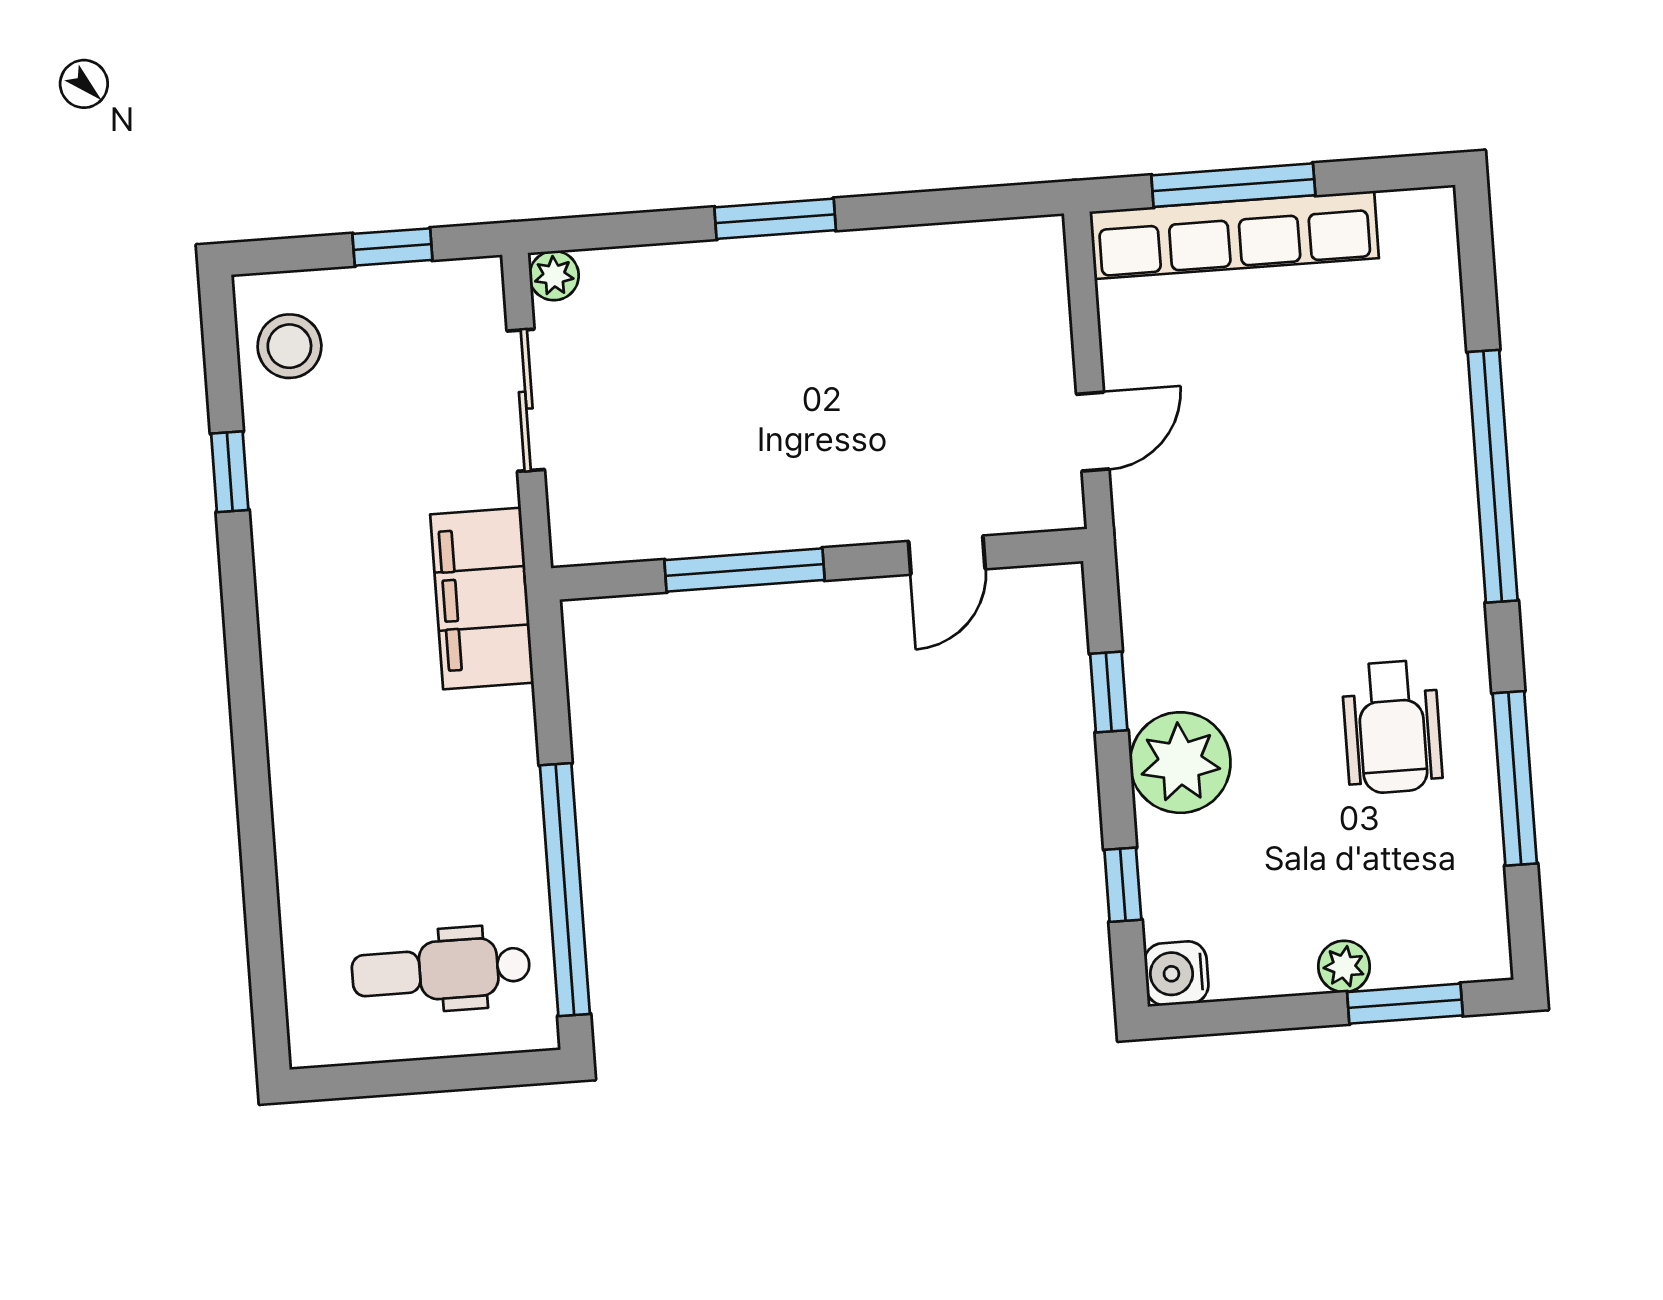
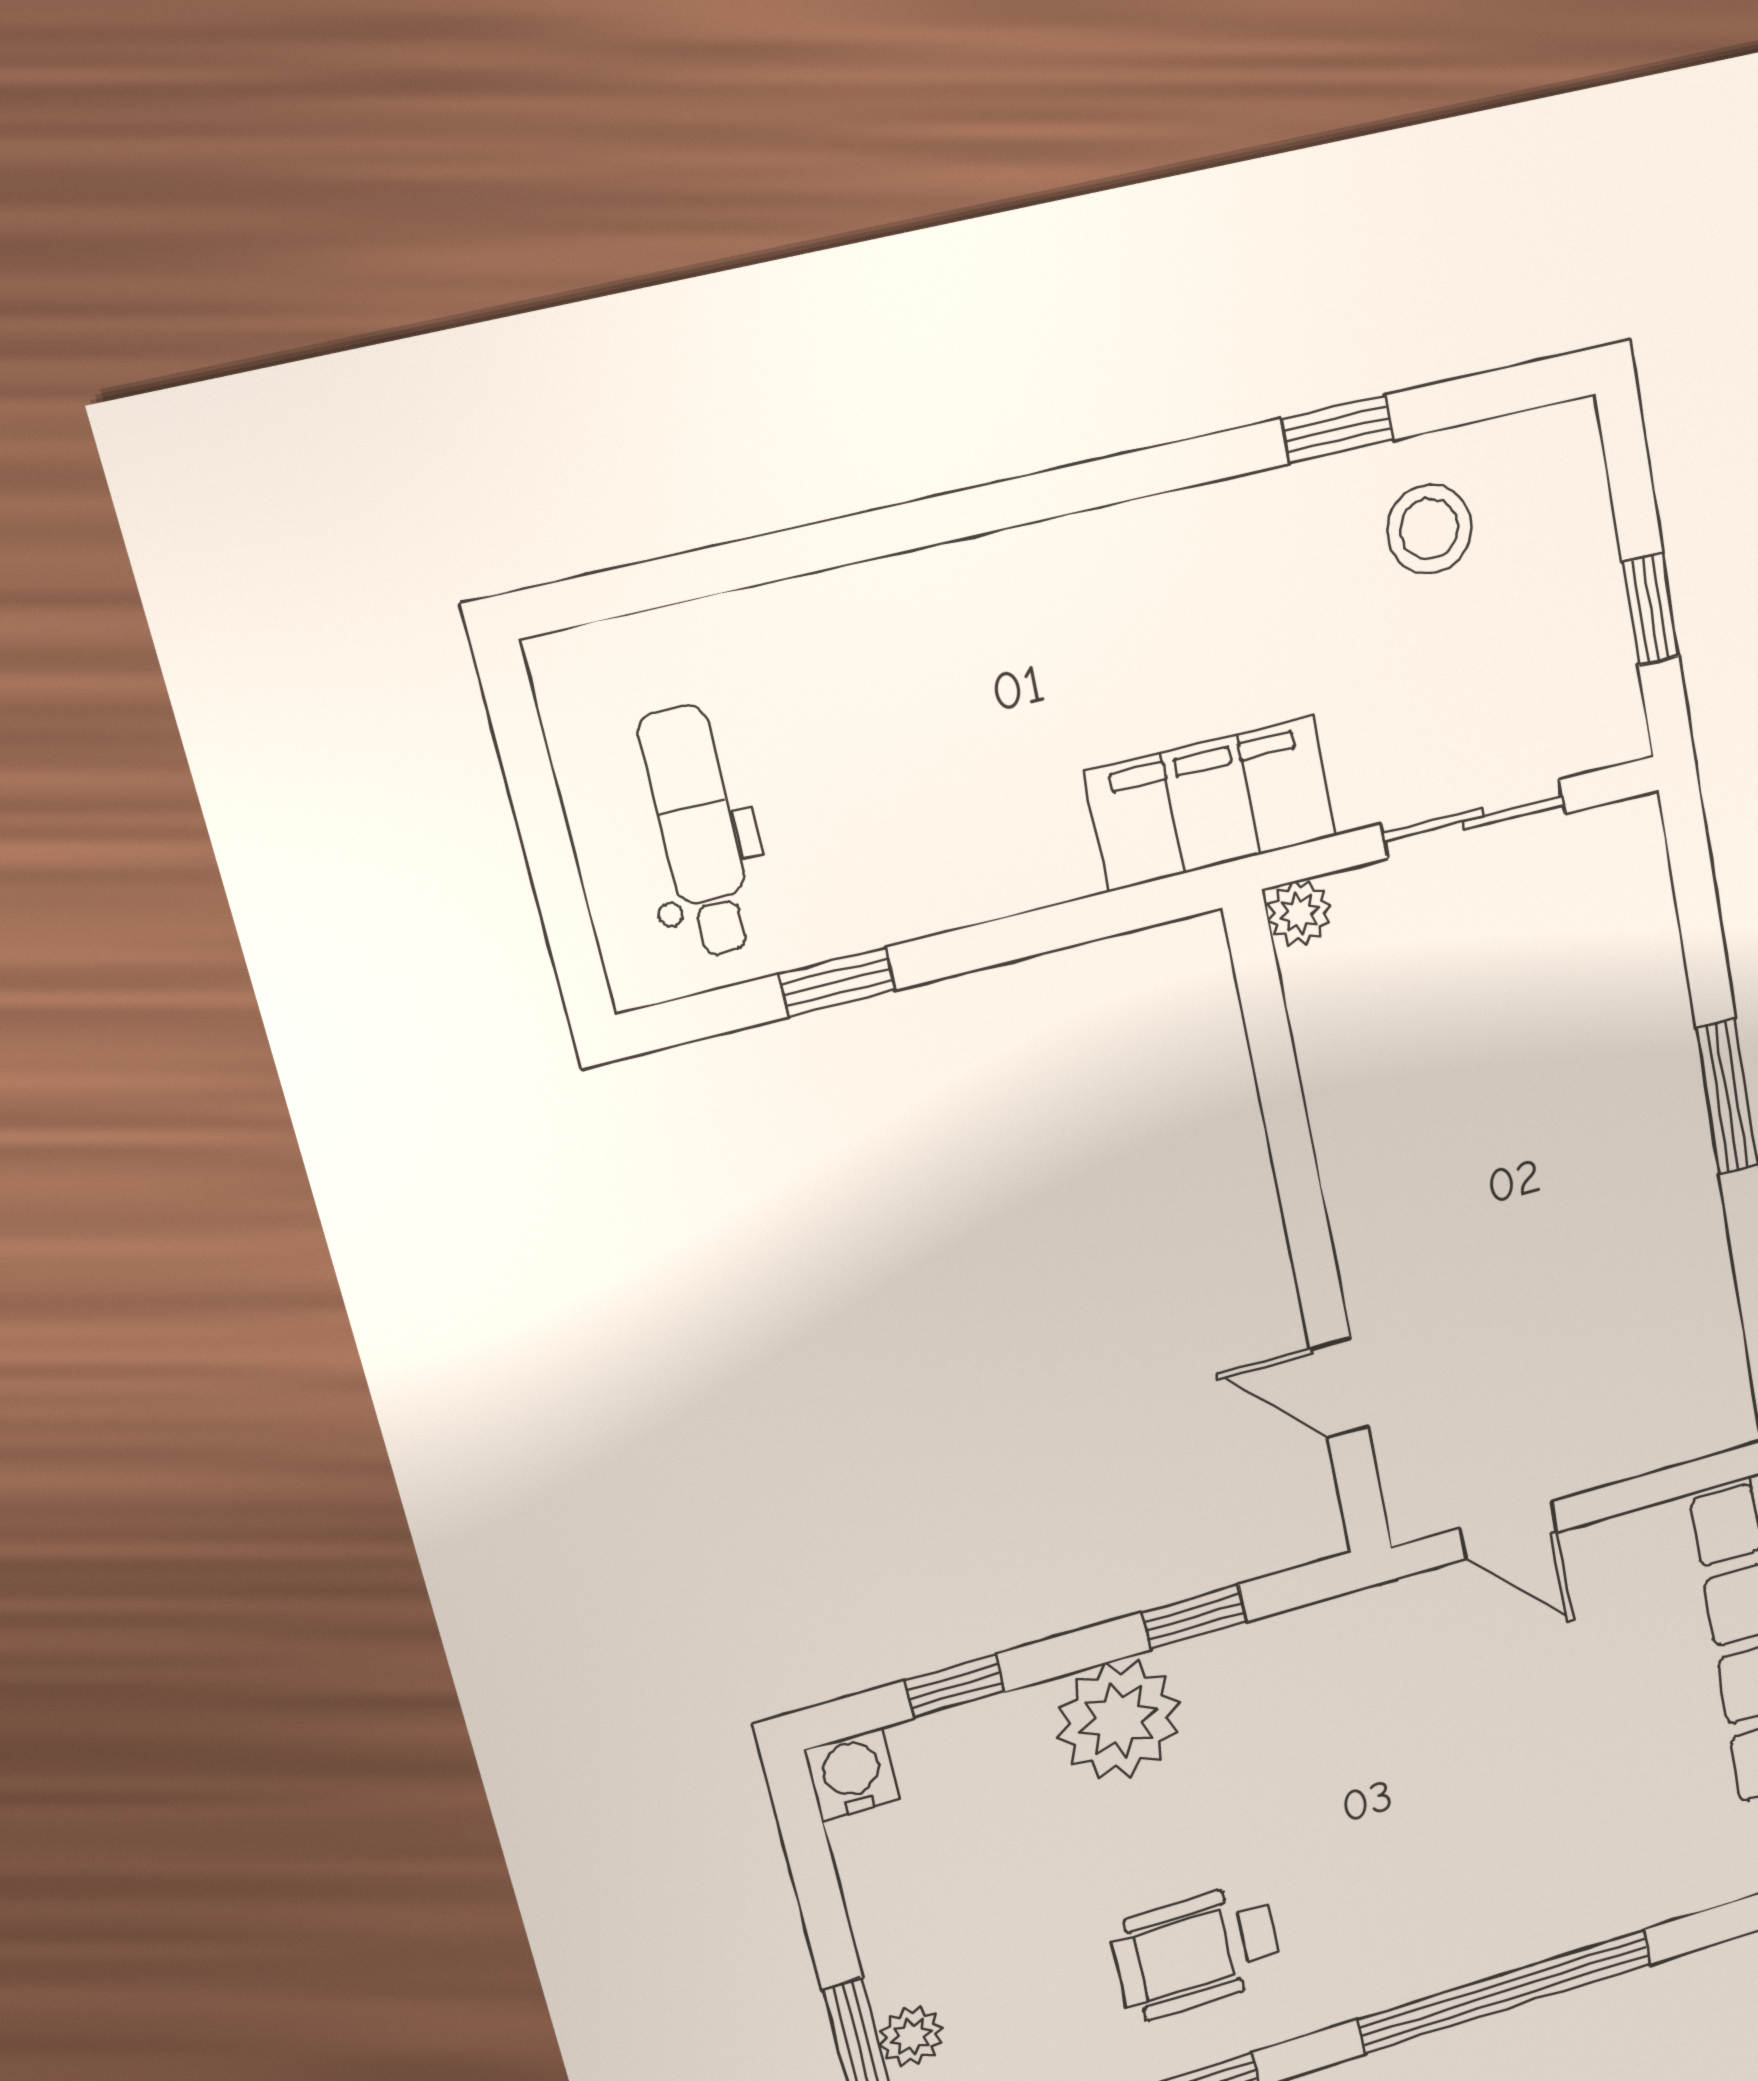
plant: (554, 276) -> (1299, 913), moved
stool: (289, 346) -> (1429, 529), moved
window: (744, 570) -> (1290, 1140), removed
window: (565, 890) -> (837, 982), width x0.32
plant: (1344, 966) -> (911, 2037), moved

